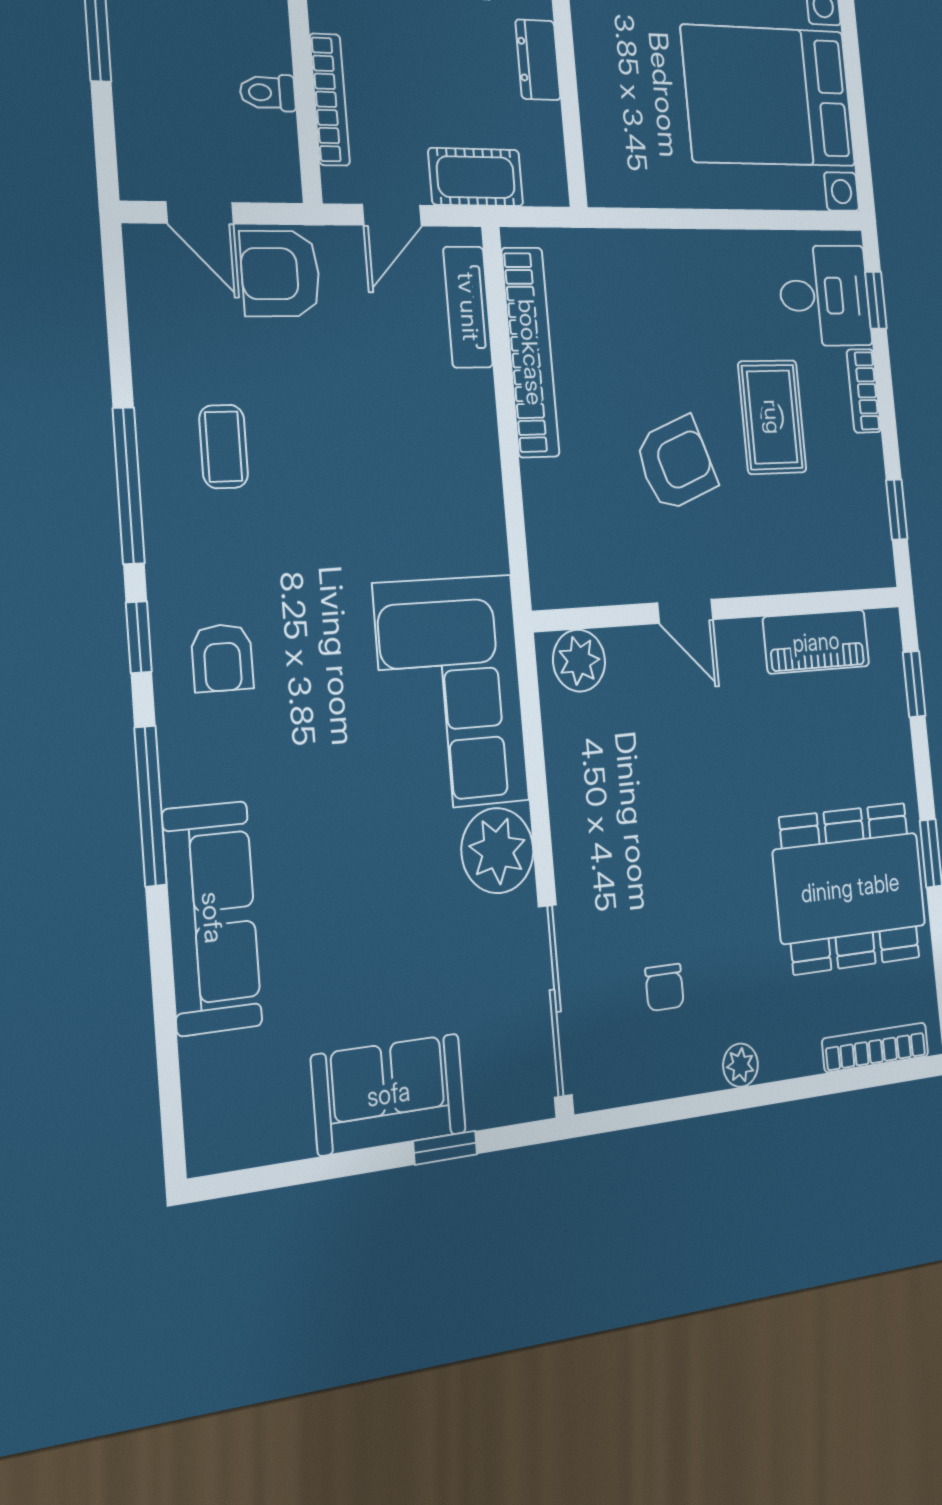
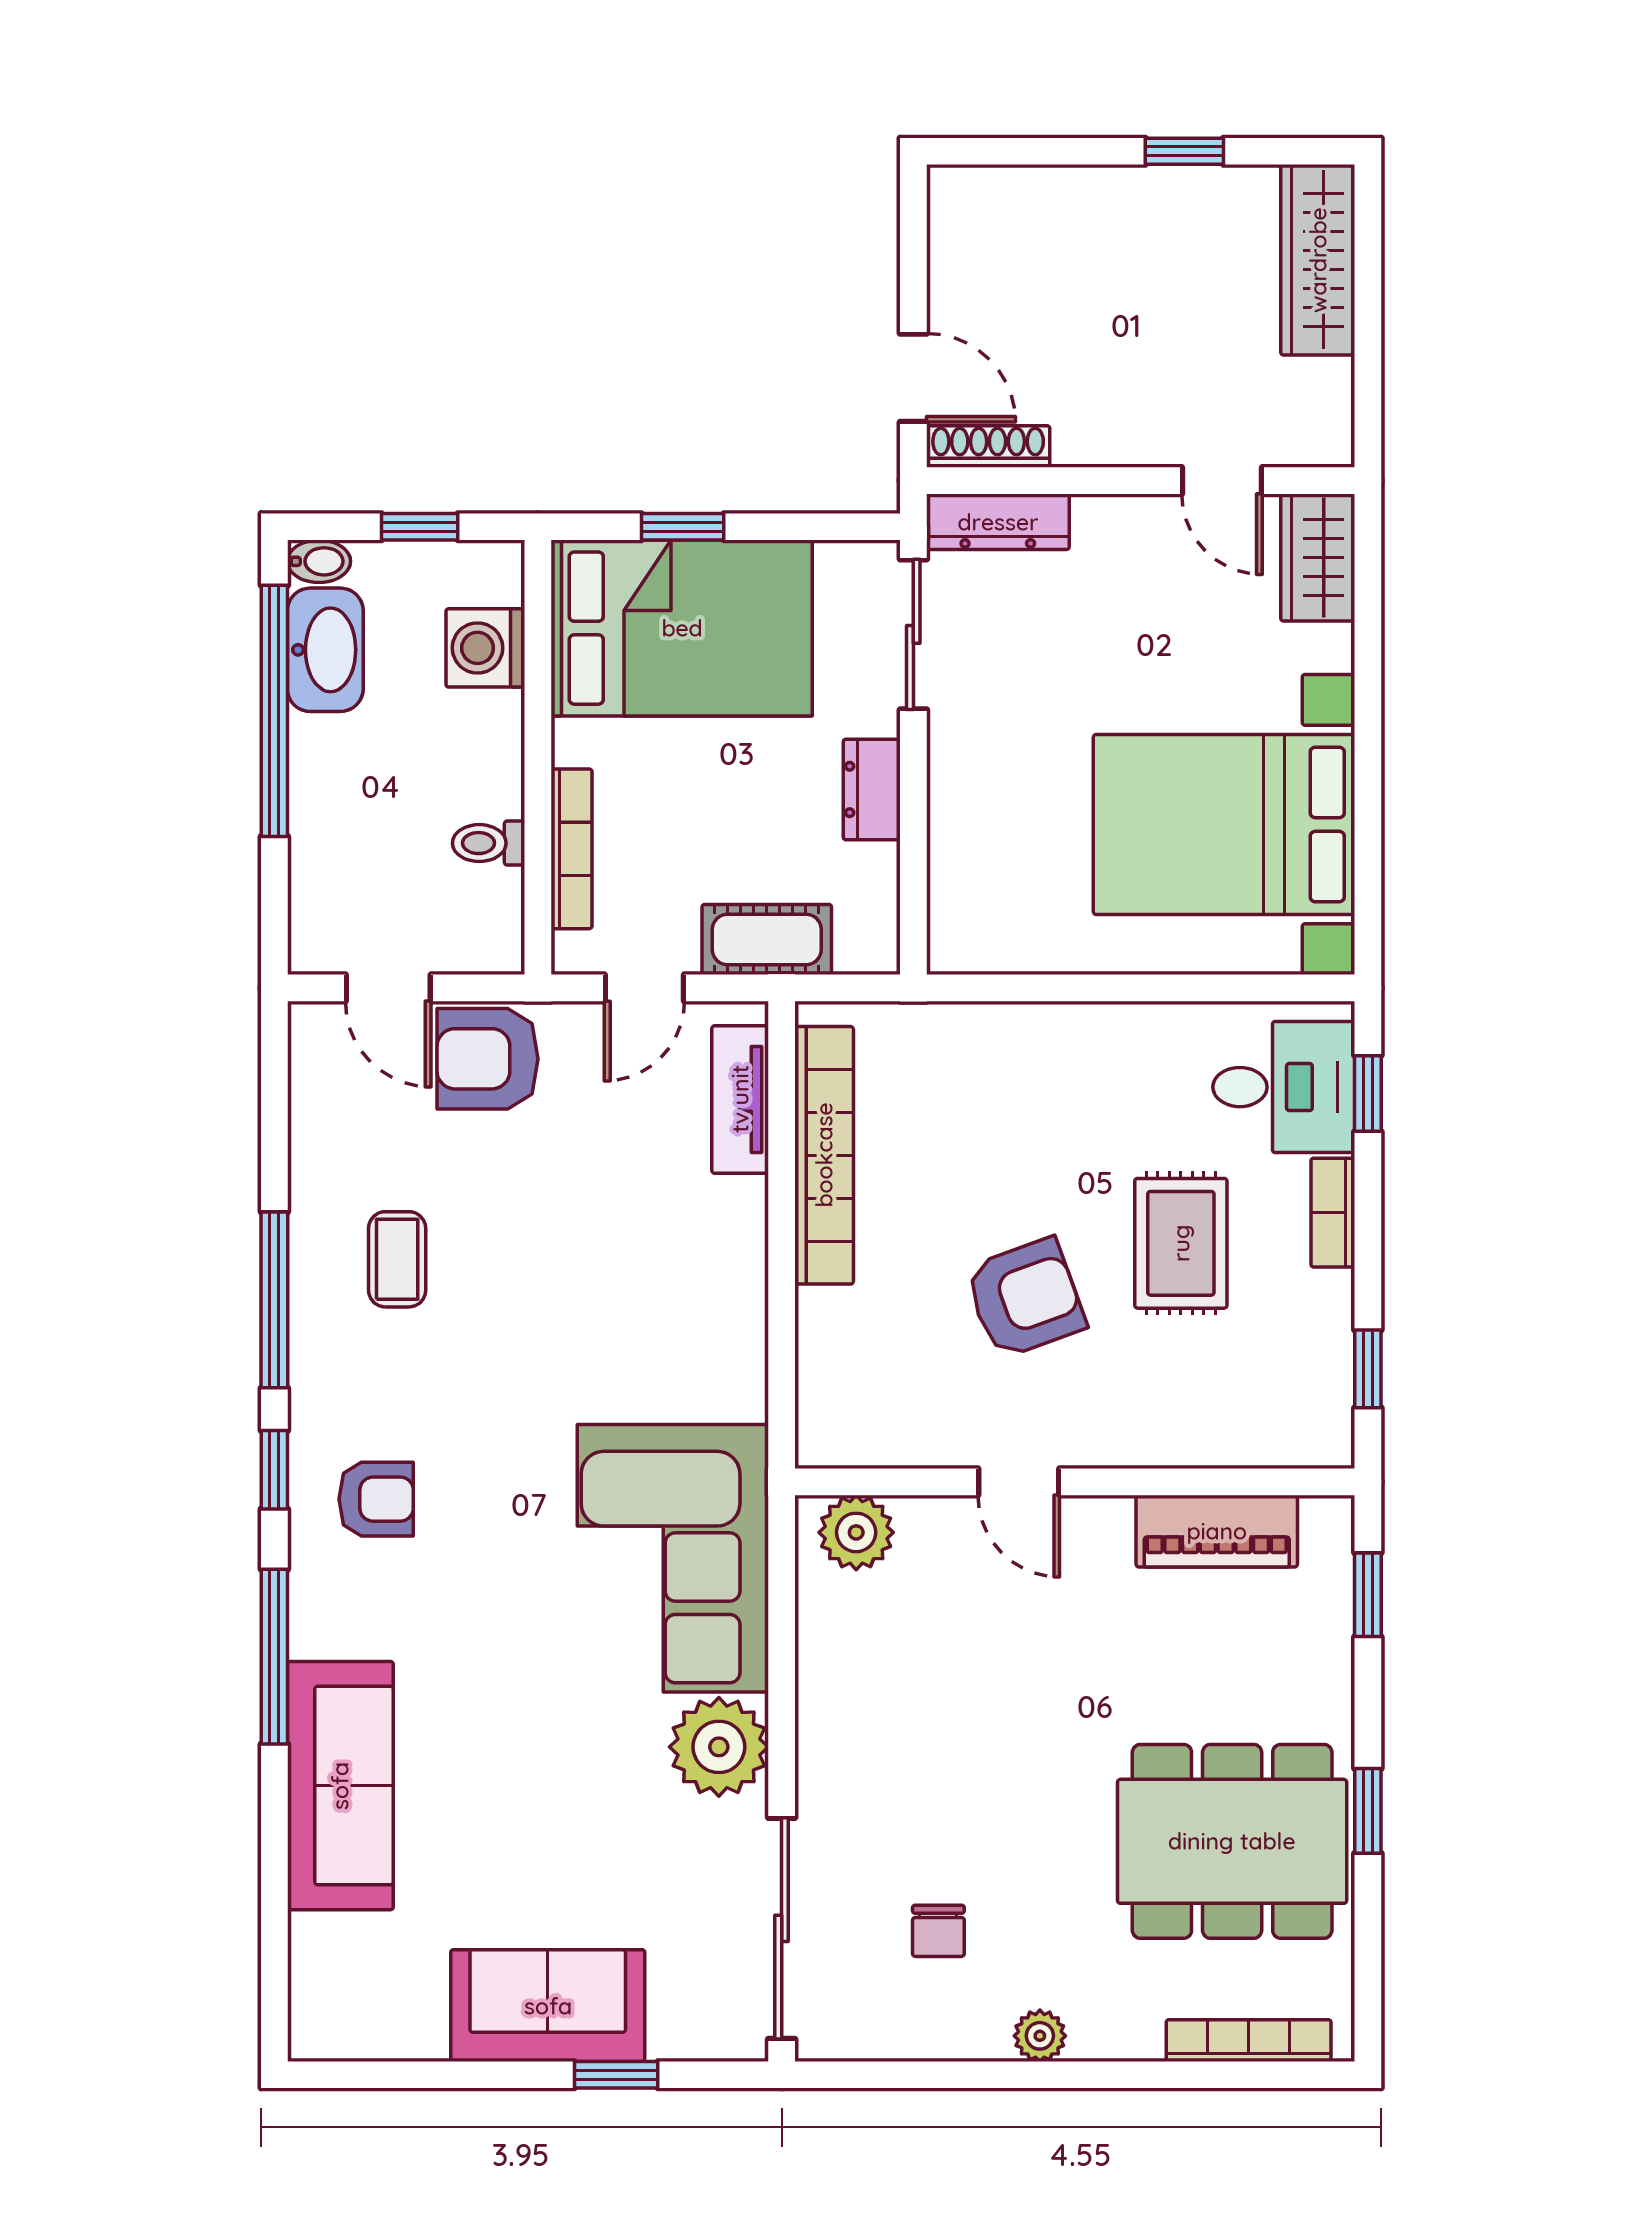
armchair: (222, 658) -> (376, 1499), turned -90

